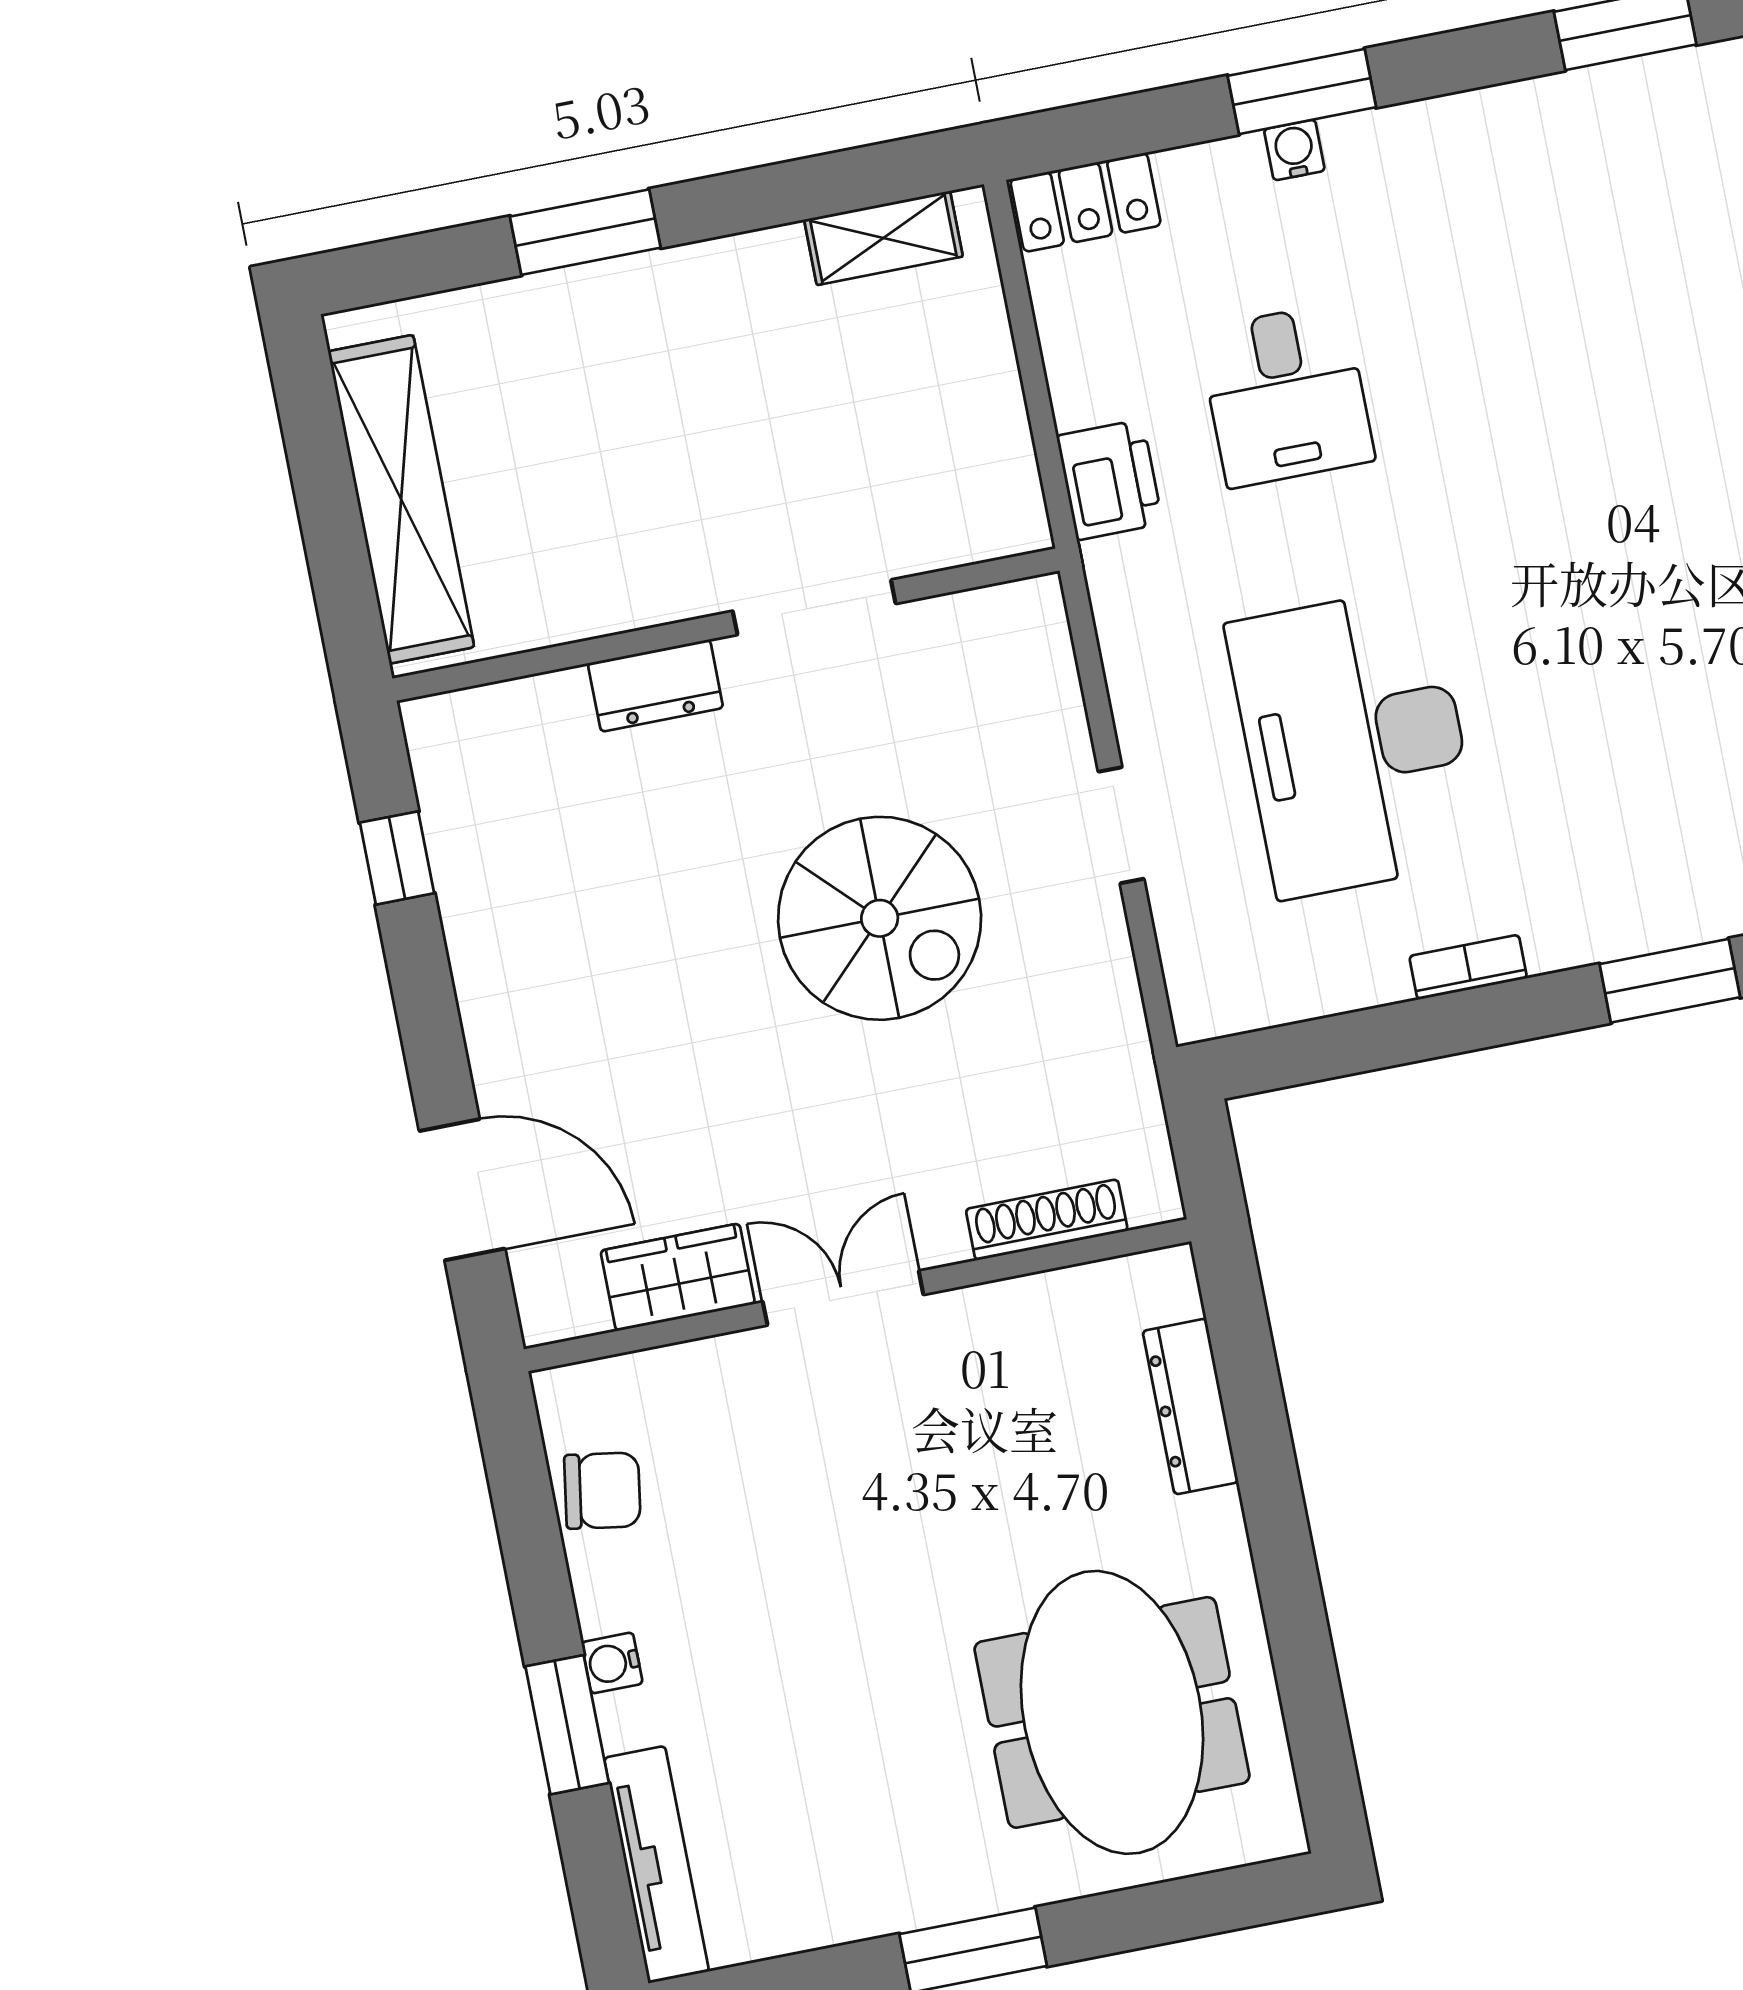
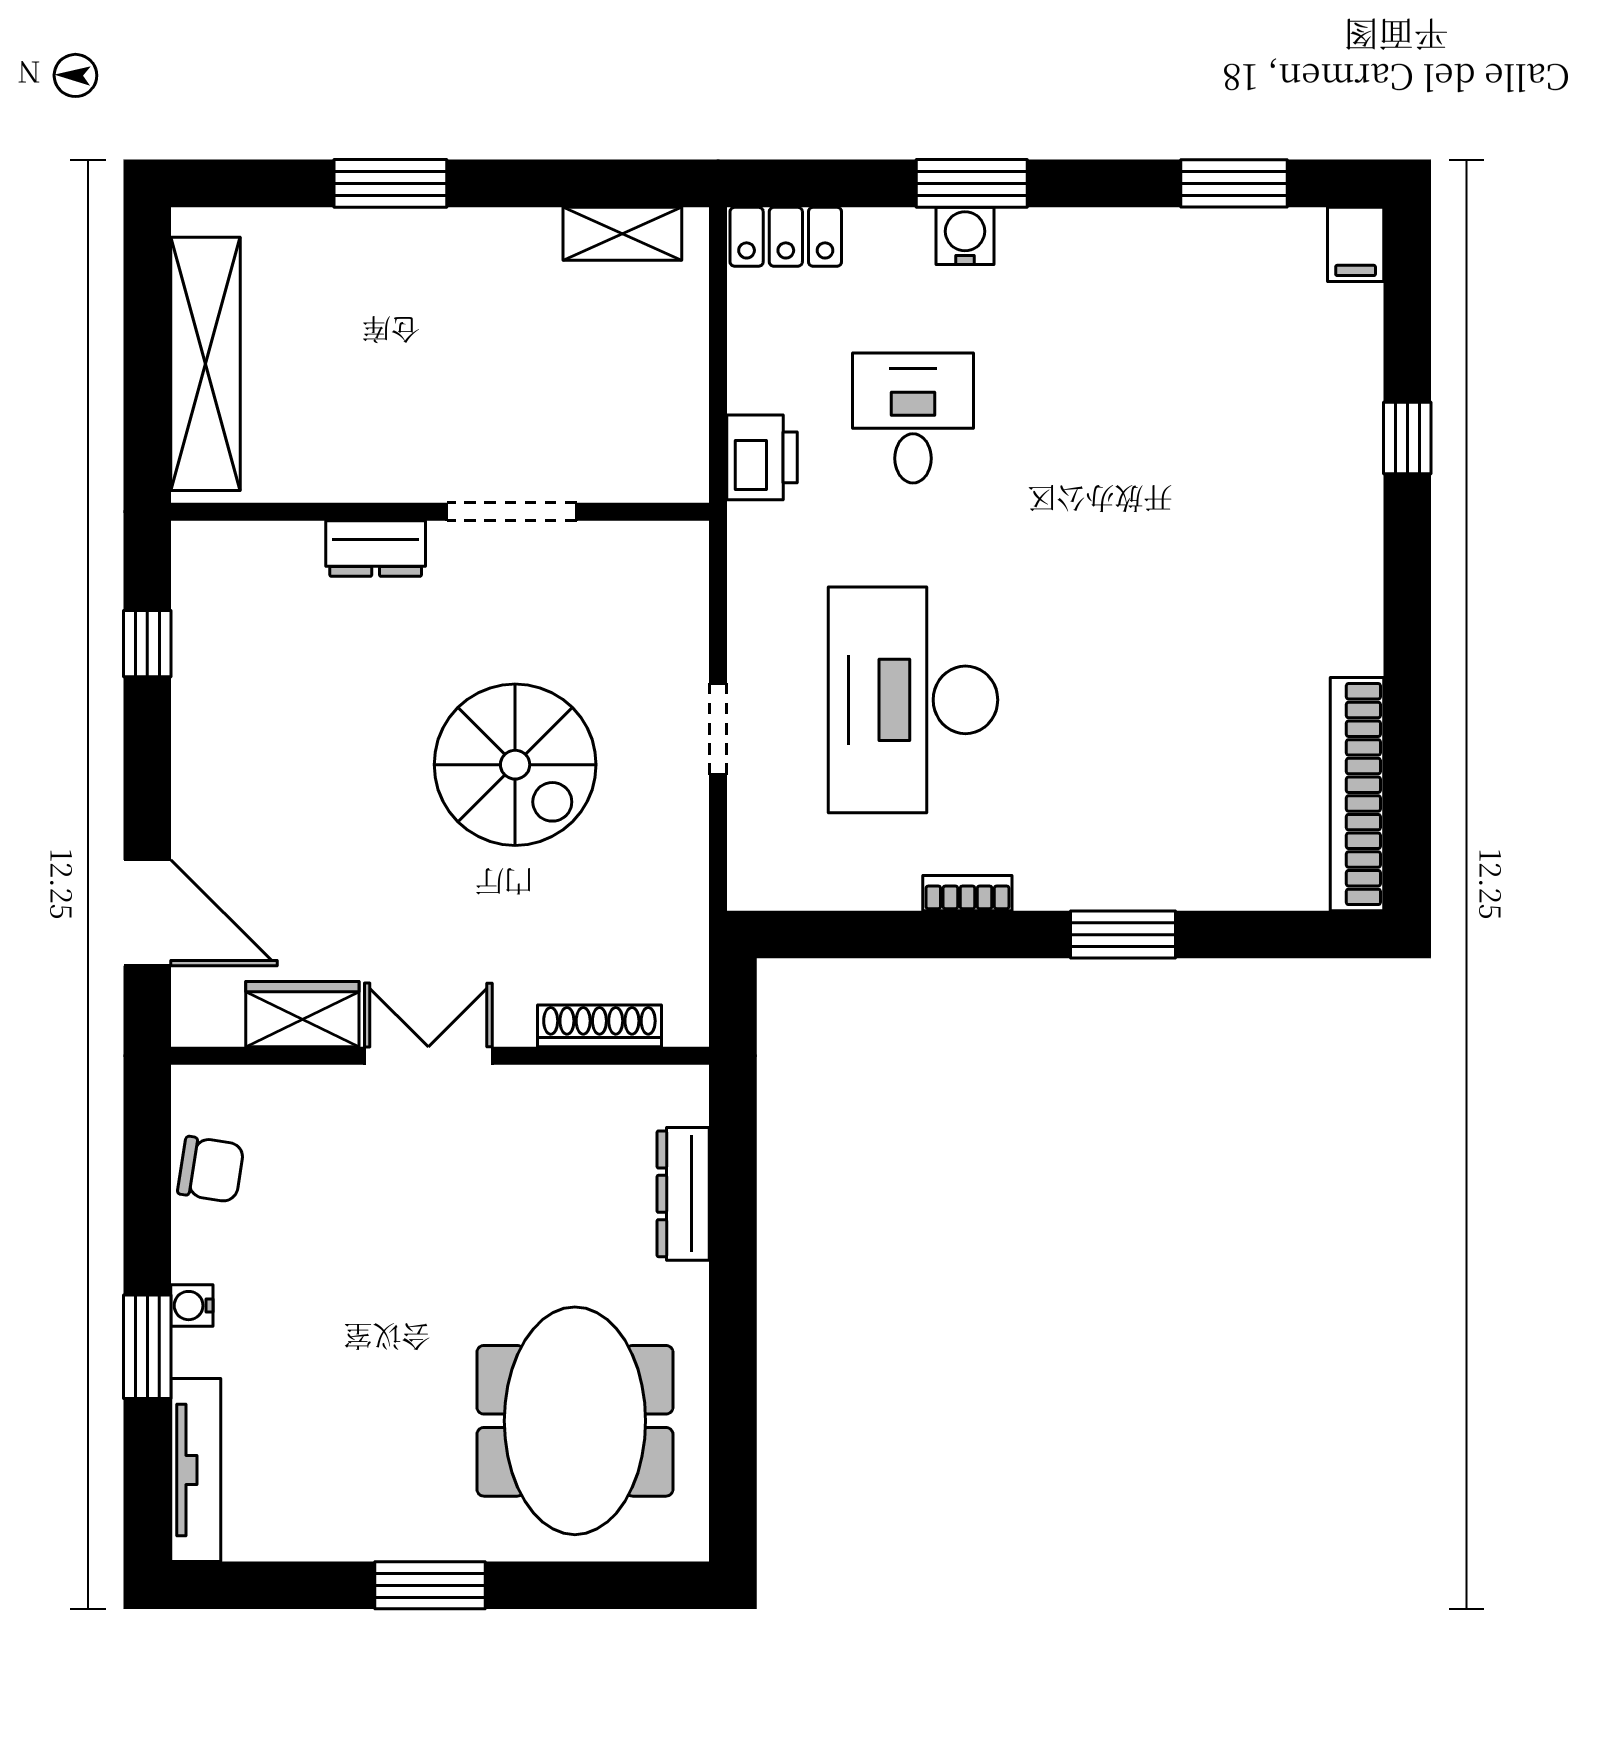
water cooler: (1294, 150) -> (965, 236), width x1.38, depth x1.38
desk: (1286, 395) -> (913, 418), turned 180

